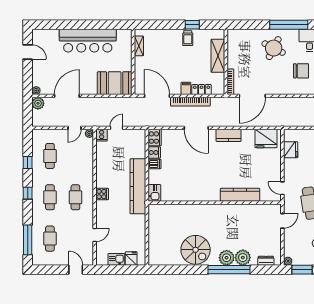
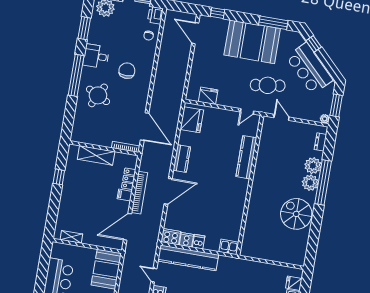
trolley: (188, 38) -> (72, 184), removed
kitchen counter: (138, 186) -> (188, 258), moved
spiral stairs: (196, 250) -> (296, 214), turned -90

